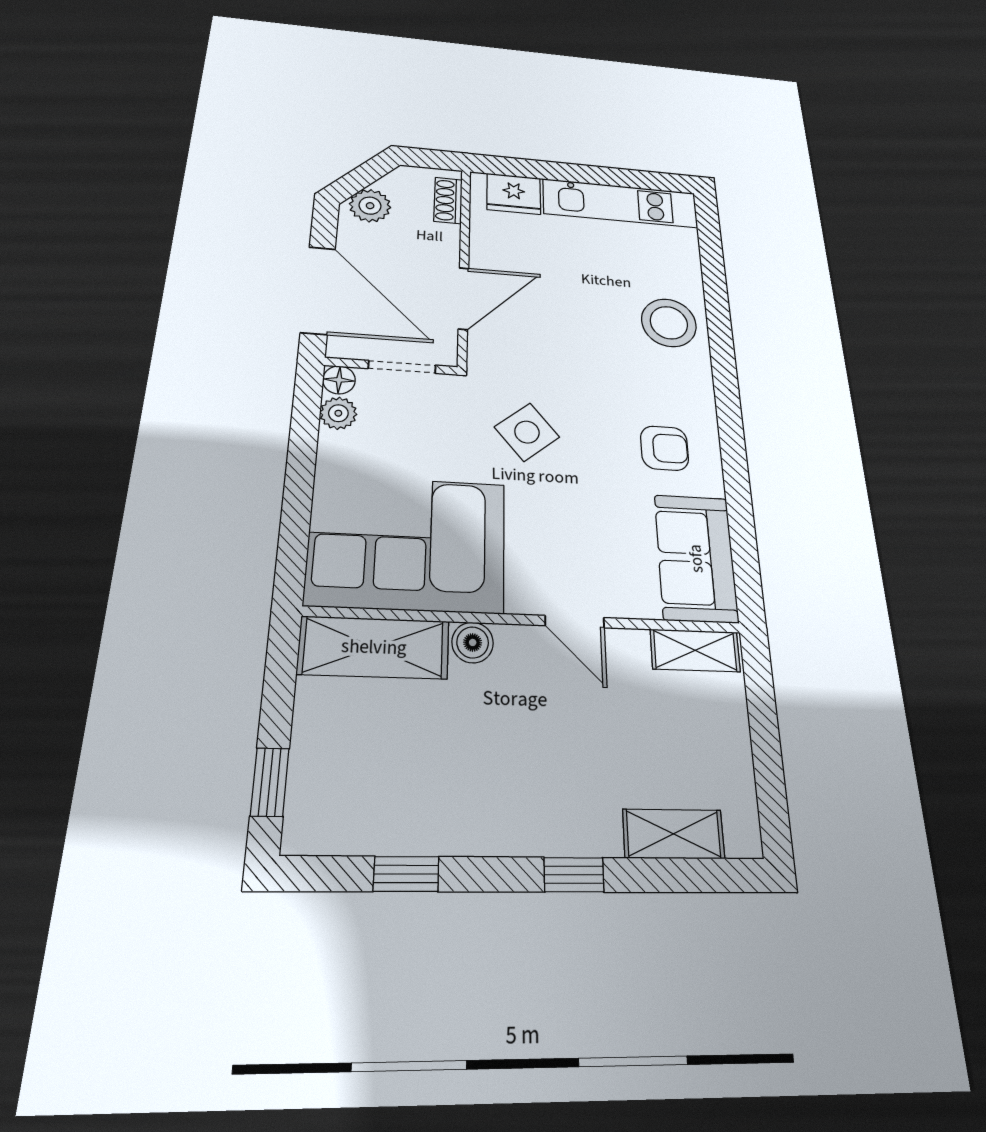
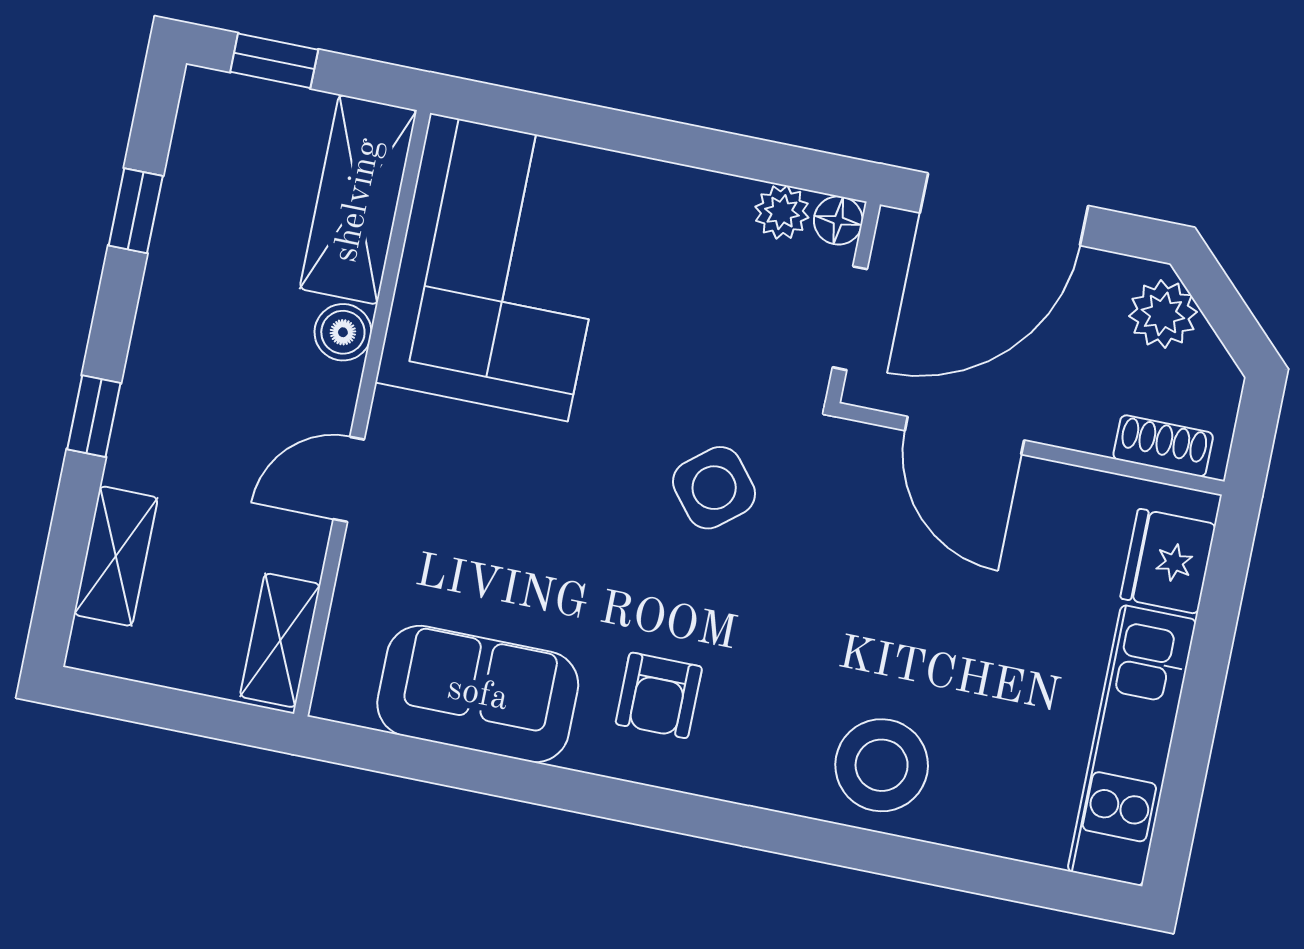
corner sofa: (407, 543) -> (499, 267), moved
wall: (527, 620) -> (362, 413), moved
door: (575, 622) -> (349, 479), moved
boiler: (473, 642) -> (343, 332), moved
shelving: (374, 647) -> (358, 200), moved
shelving: (695, 650) -> (280, 640), moved

